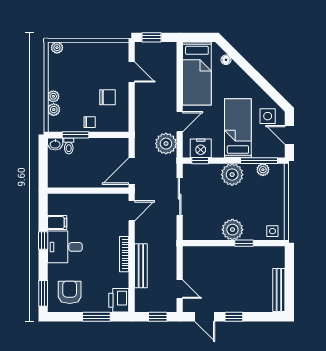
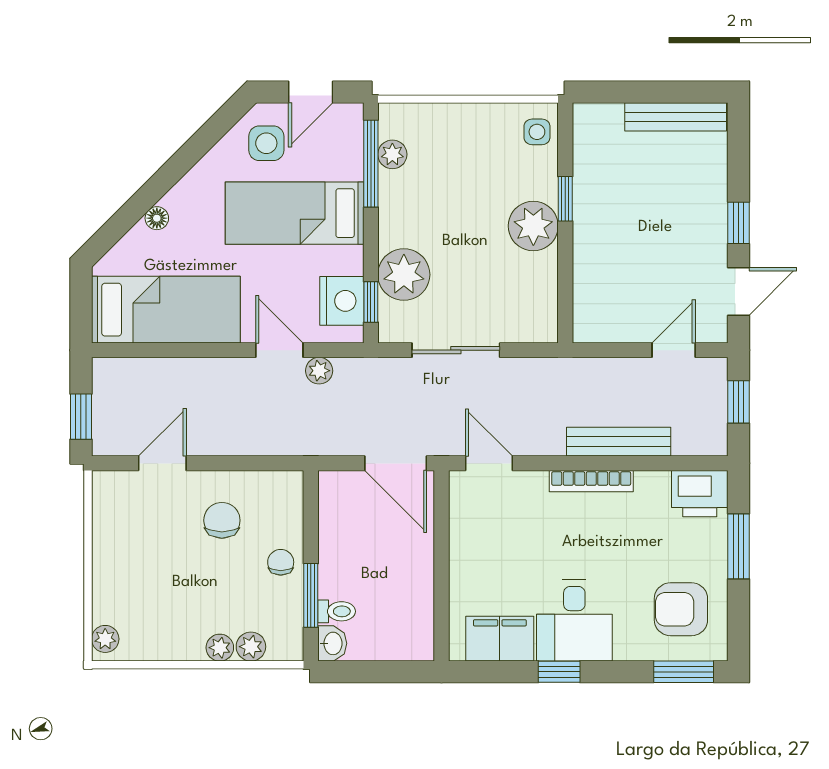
floor lamp: (226, 60) -> (157, 218), moved
plant: (166, 144) -> (319, 371), width x0.53, depth x0.53
plant: (232, 175) -> (404, 275), moved
filing cabinet: (57, 223) -> (500, 639), width x2.00

